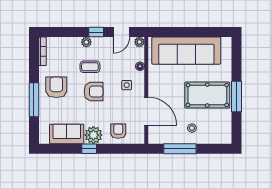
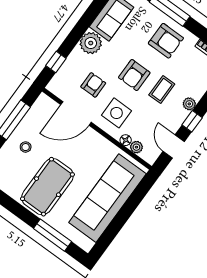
plant: (139, 42) -> (136, 147), moved
side table: (127, 85) -> (117, 113), width x1.87, depth x1.87
window: (236, 97) -> (52, 235), moved
armchair: (118, 131) -> (93, 85), moved, turned -90
window: (89, 149) -> (56, 62), moved

